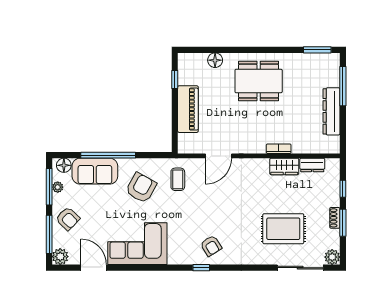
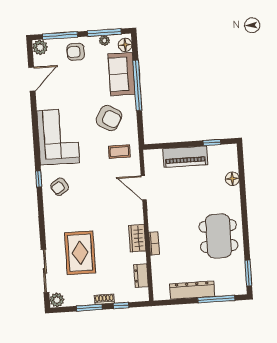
dining table: (259, 81) -> (218, 236), moved
wardrobe: (284, 166) -> (137, 238), moved
shoe rack: (335, 218) -> (104, 299), moved
armchair: (68, 219) -> (76, 52), turned 46
corner sofa: (137, 244) -> (58, 137), moved

